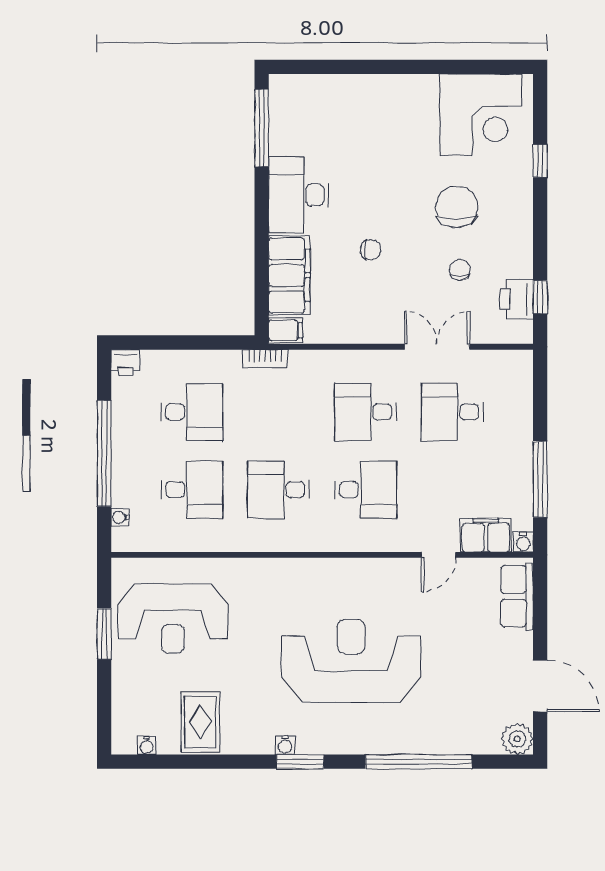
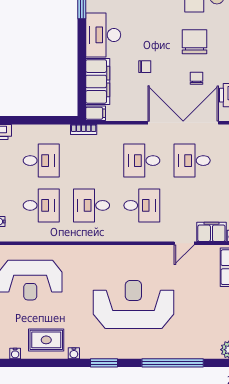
double door: (437, 347) -> (183, 123), width x1.87
rug: (200, 722) -> (46, 340), turned 90
water cooler: (285, 745) -> (74, 353), moved

